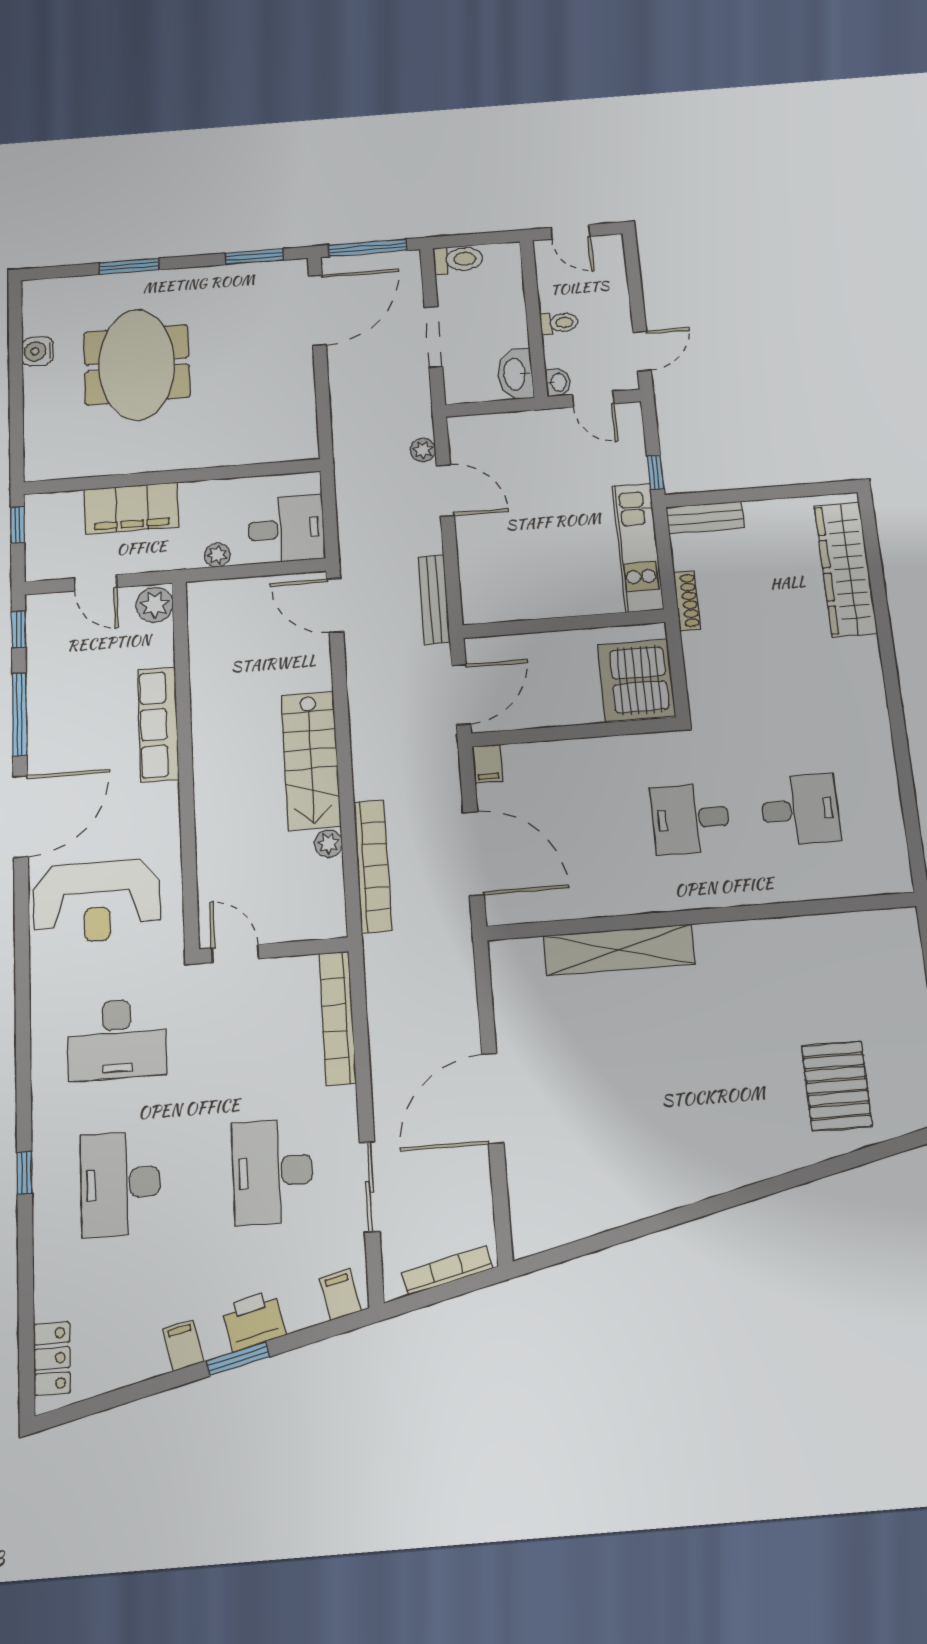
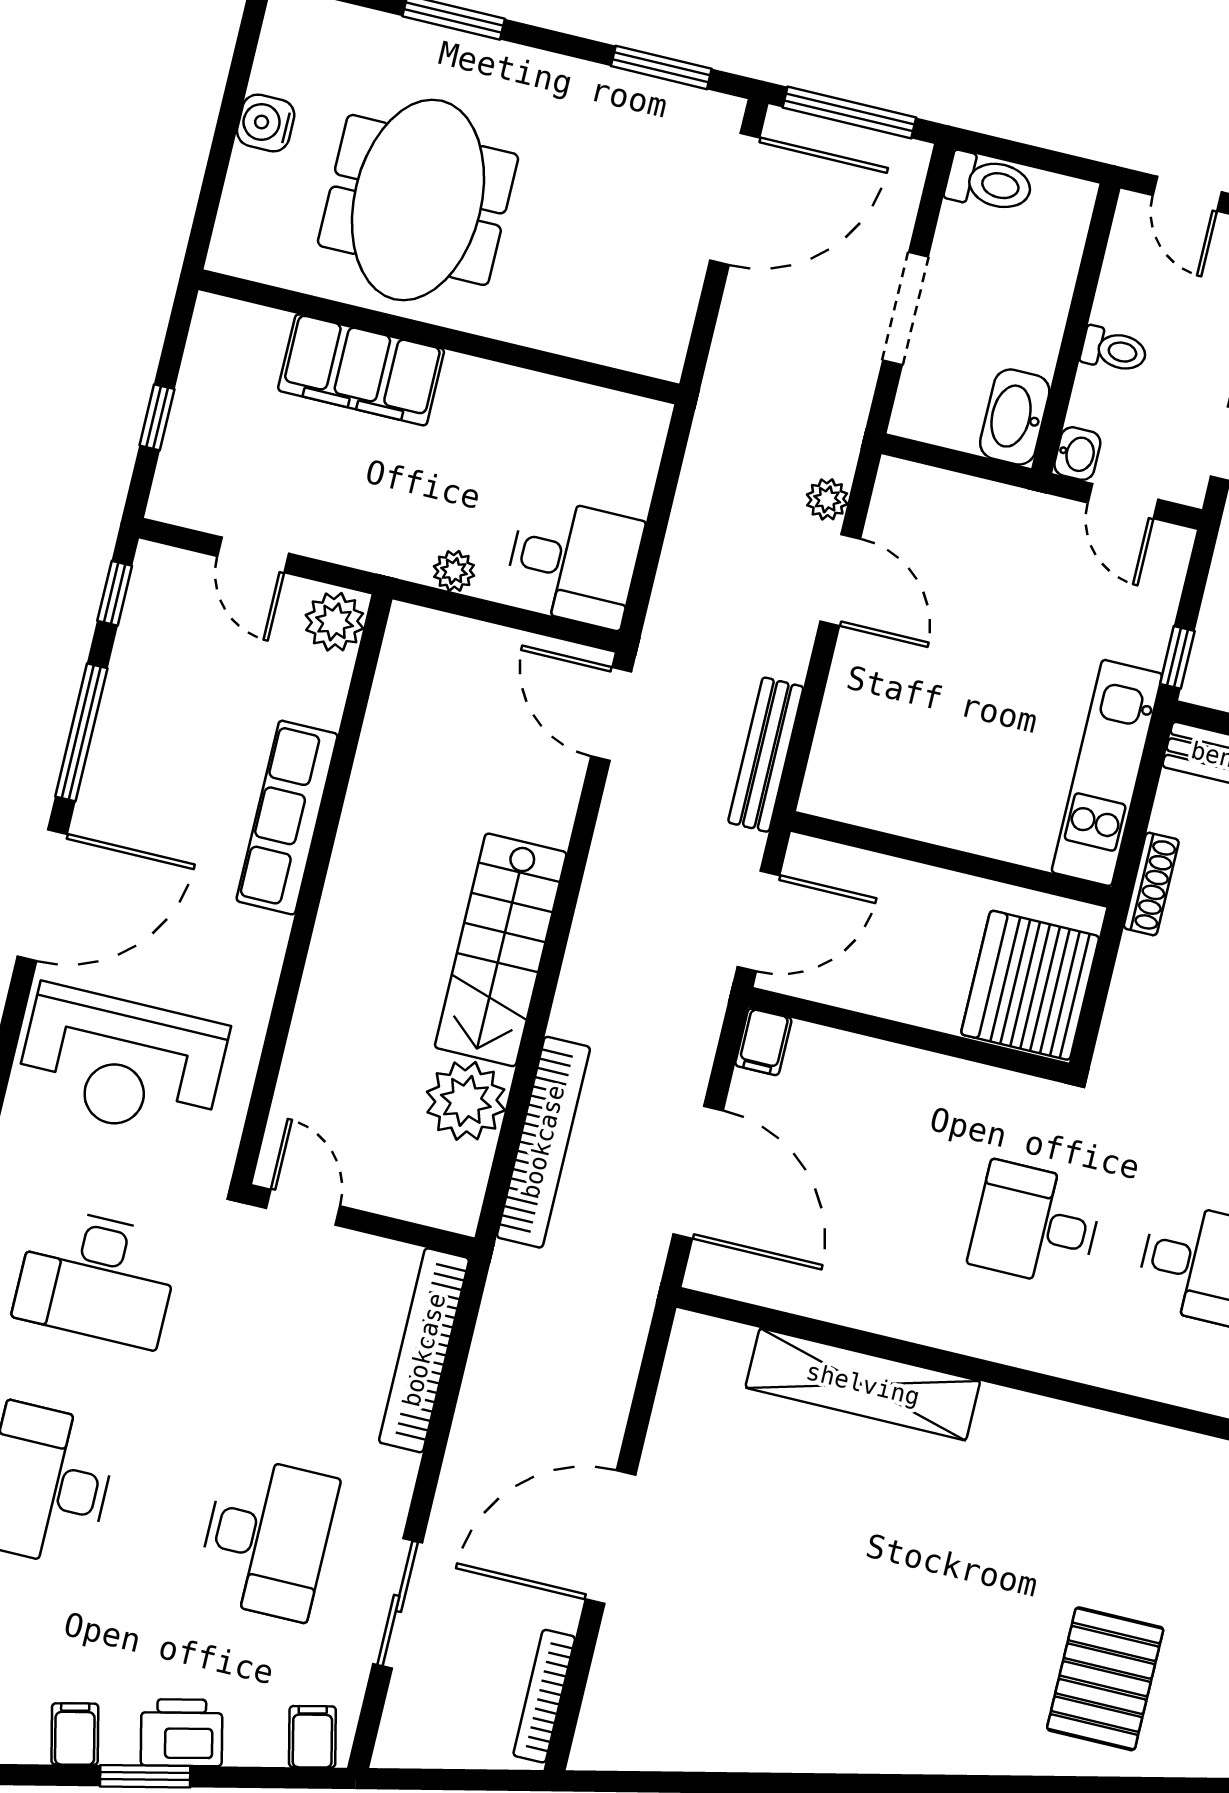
wall: (172, 477) -> (439, 337), moved
filing cabinet: (131, 508) -> (361, 370), moved
plant: (329, 844) -> (466, 1101), width x1.88, depth x1.88
desk: (273, 1171) -> (267, 1538), turned 180
bookcase: (447, 1271) -> (544, 1696), moved, turned -77

